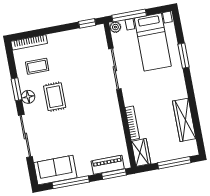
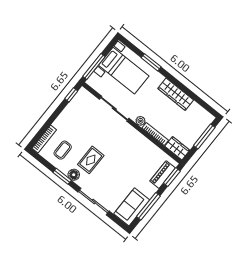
plant: (115, 27) -> (141, 121), moved
rug: (55, 97) -> (91, 160), turned 90
wardrobe: (184, 120) -> (176, 94), moved

